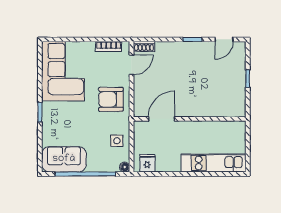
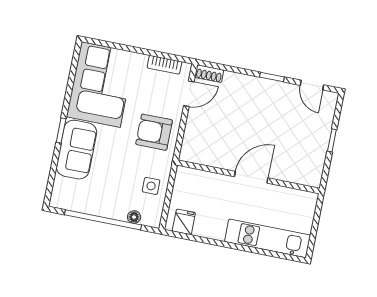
door: (224, 39) -> (312, 85), hinge flipped
door: (162, 119) -> (251, 177), moved
sofa: (64, 159) -> (77, 150), moved, turned 90
floor lamp: (125, 167) -> (134, 217), moved

